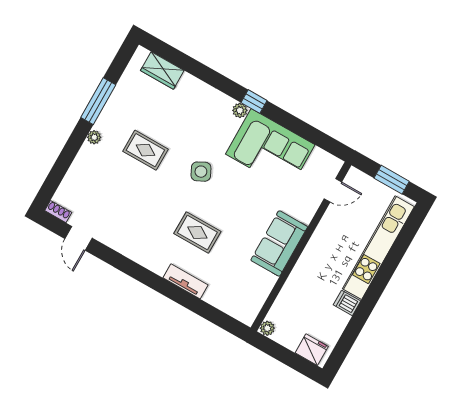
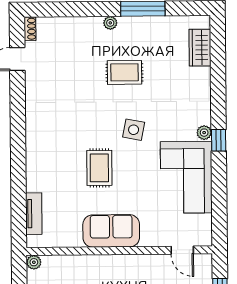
rug: (145, 150) -> (124, 72), turned 90
side table: (201, 172) -> (134, 130), turned 38
rug: (197, 232) -> (99, 168), moved
tv unit: (186, 281) -> (34, 214), moved

